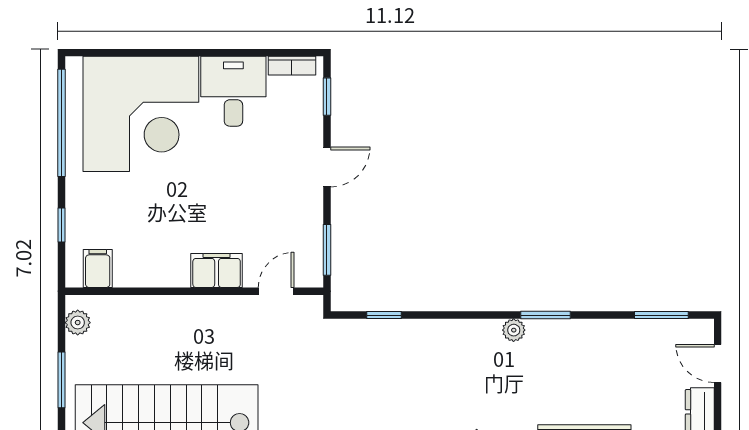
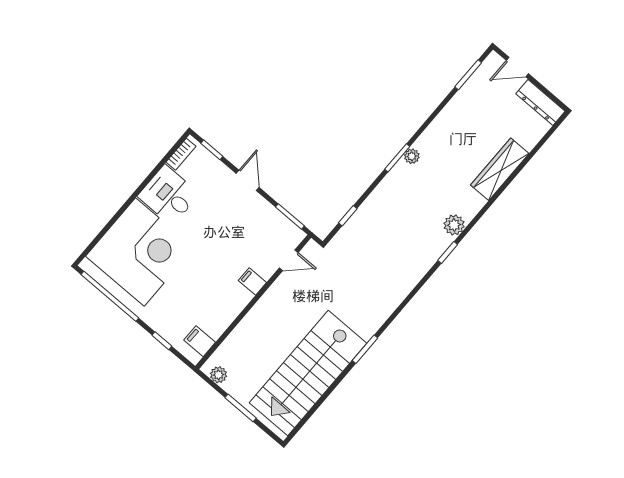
filing cabinet: (217, 271) -> (252, 282), width x0.50
door: (276, 291) -> (289, 260), swing flipped
window: (545, 315) -> (397, 158), moved

